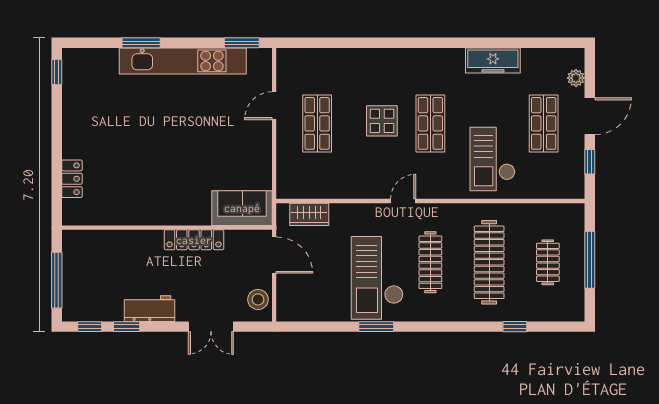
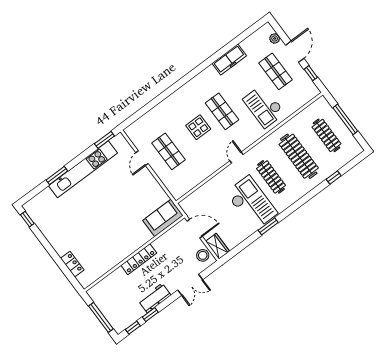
wardrobe: (309, 214) -> (218, 246), moved, turned -90
locker: (194, 240) -> (139, 259), moved
clothes rail: (548, 262) -> (326, 135), width x1.36
checkout: (377, 278) -> (251, 203), turned 180

